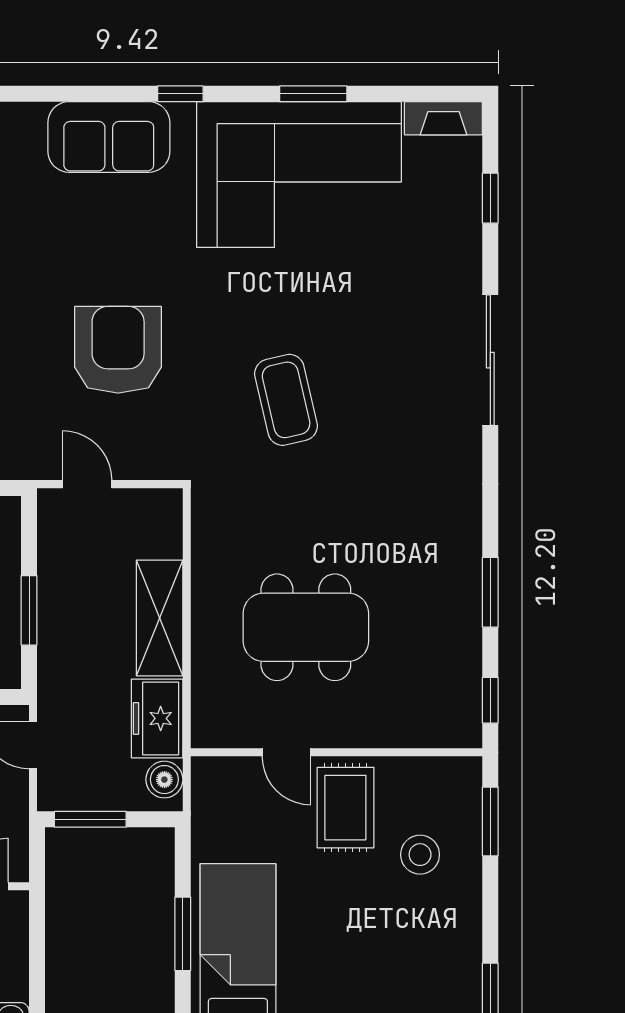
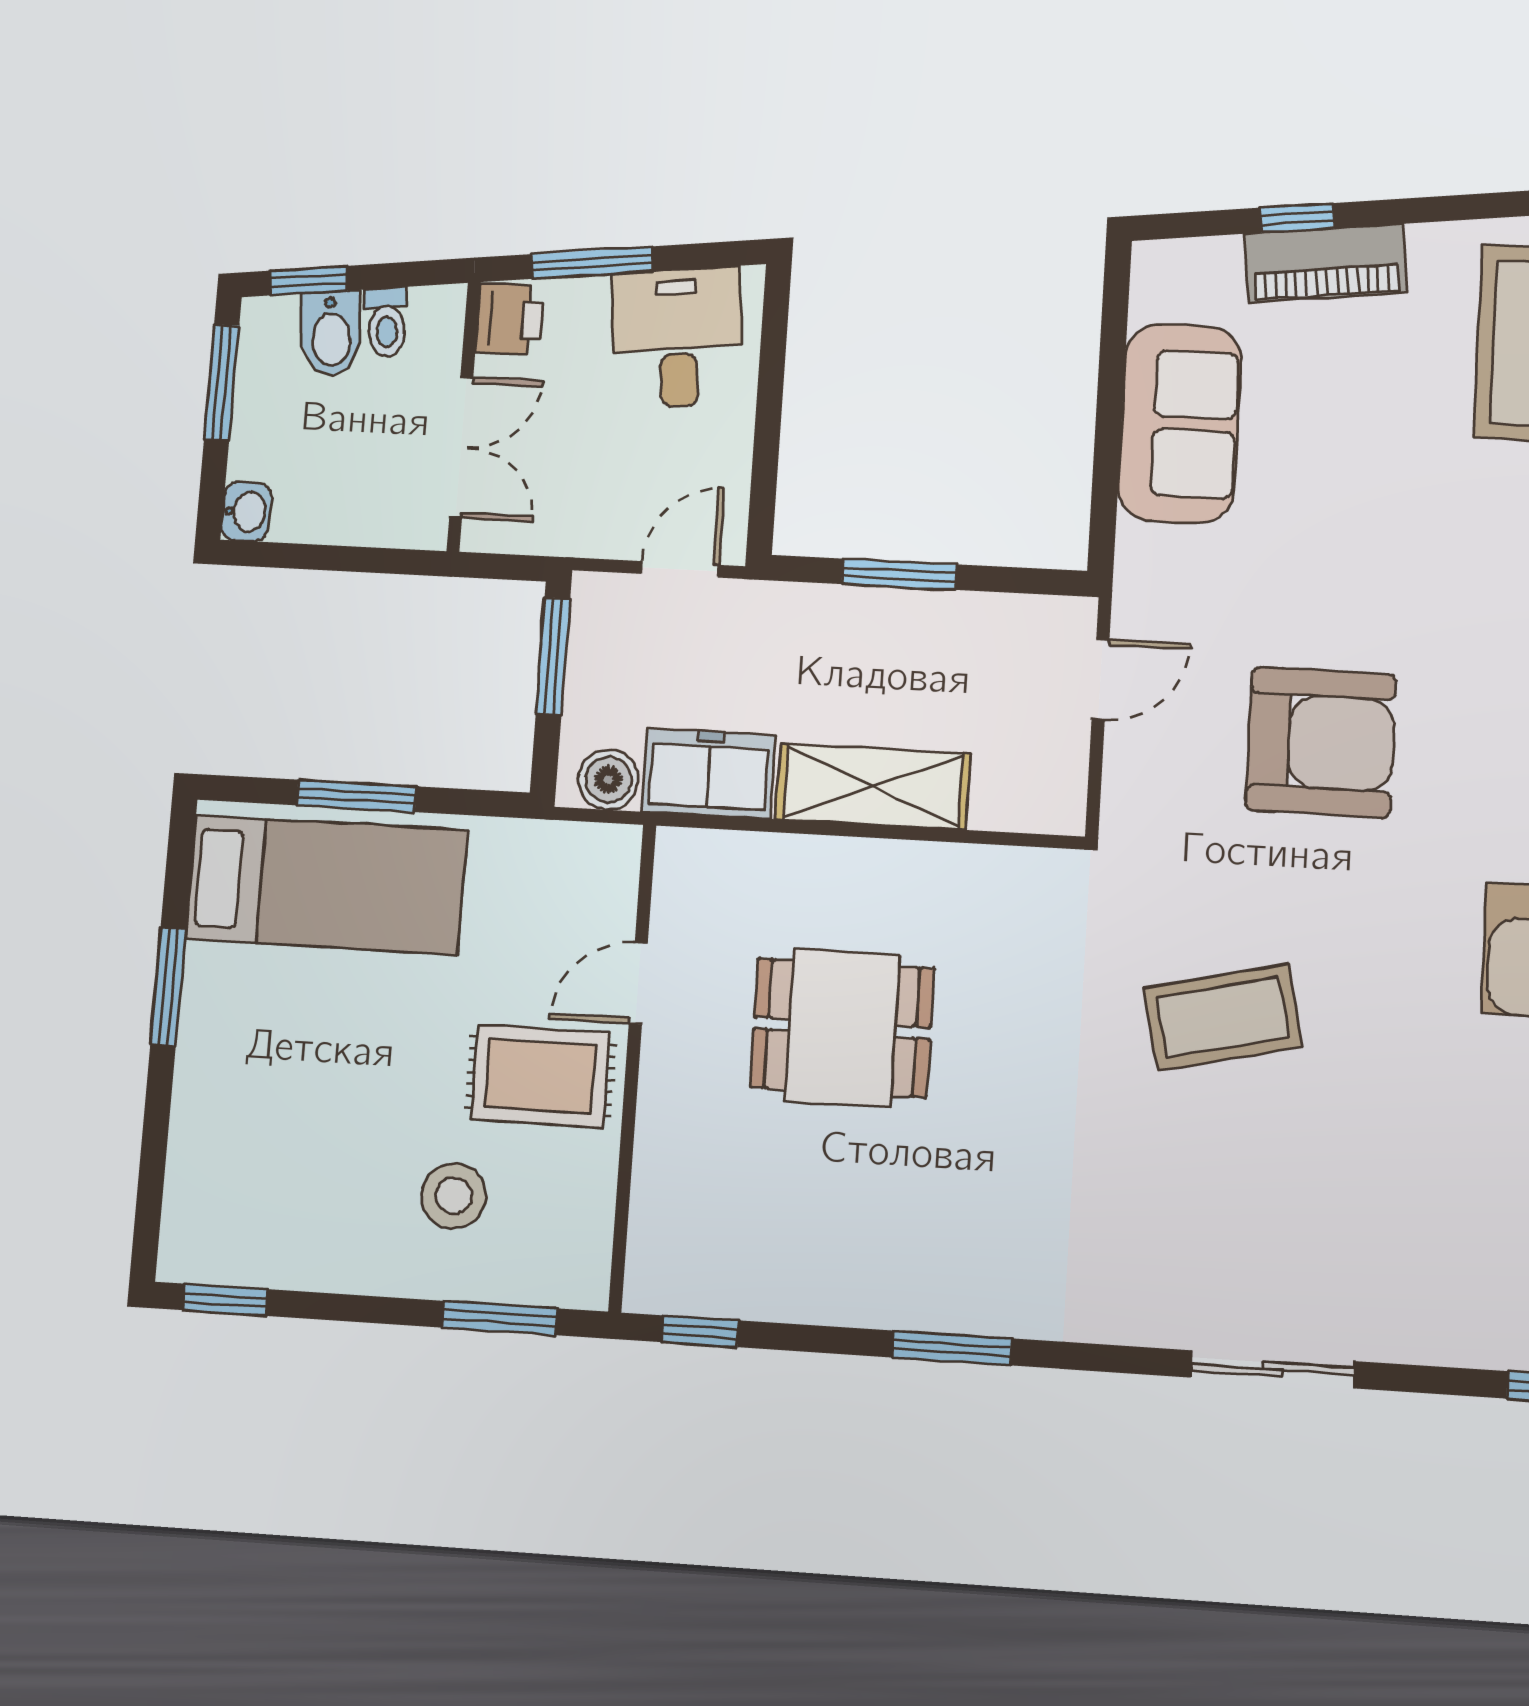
sliding door: (490, 360) -> (1273, 1369), width x0.73
window: (490, 592) -> (952, 1348), moved
dining table: (306, 627) -> (842, 1028), width x0.73

